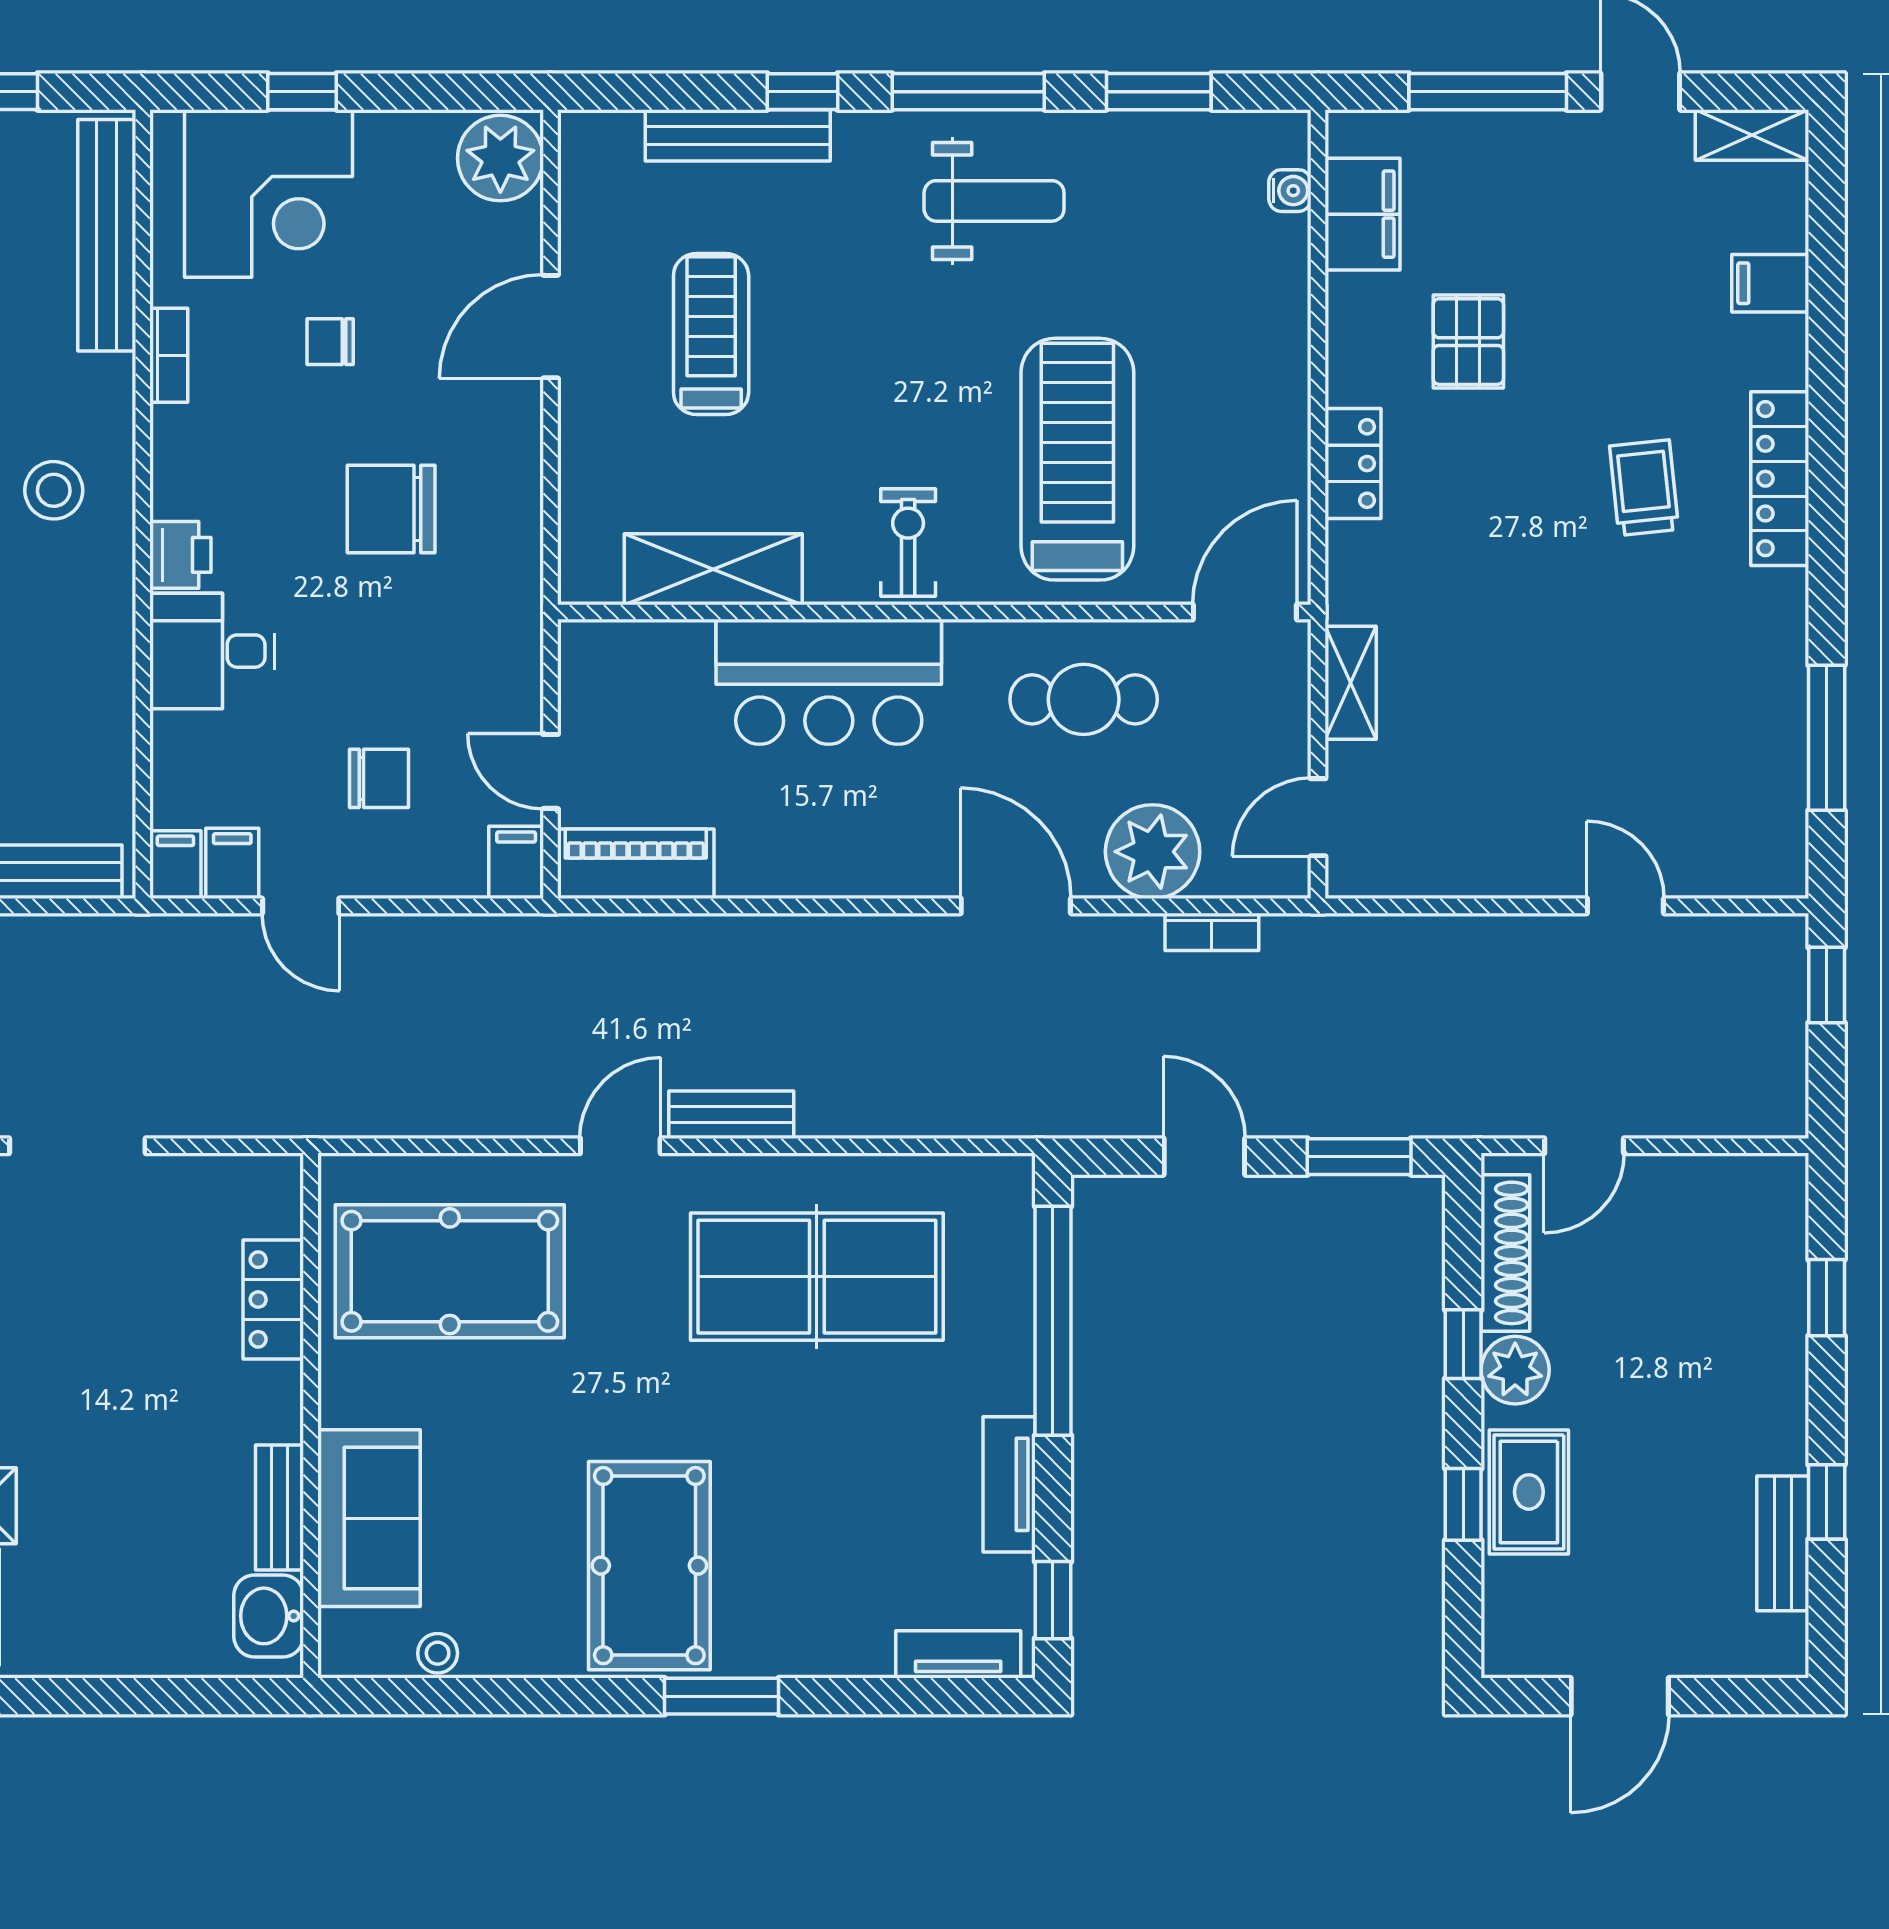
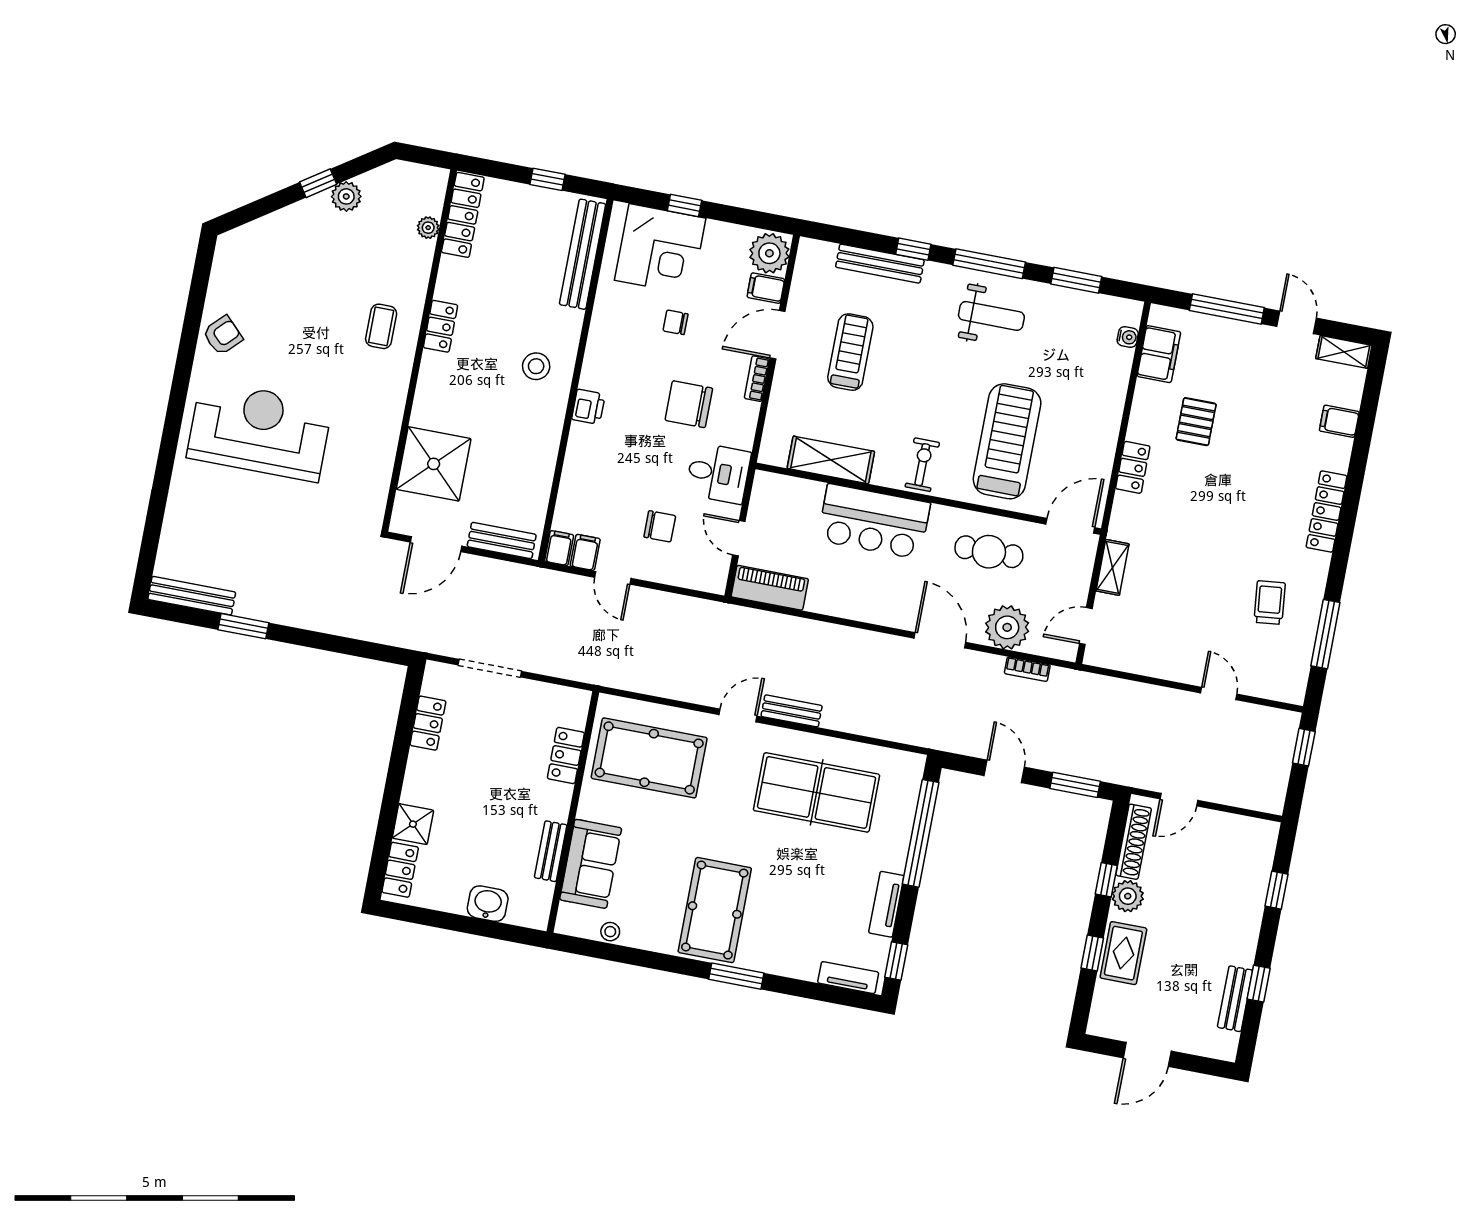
bookcase: (169, 355) -> (757, 379), moved, turned 180
trolley: (1644, 488) -> (1270, 603), moved
desk: (212, 651) -> (718, 473), moved, turned 180
filing cabinet: (516, 862) -> (766, 288), moved, turned -90
washbasin: (269, 1616) -> (488, 904), moved, turned 90

